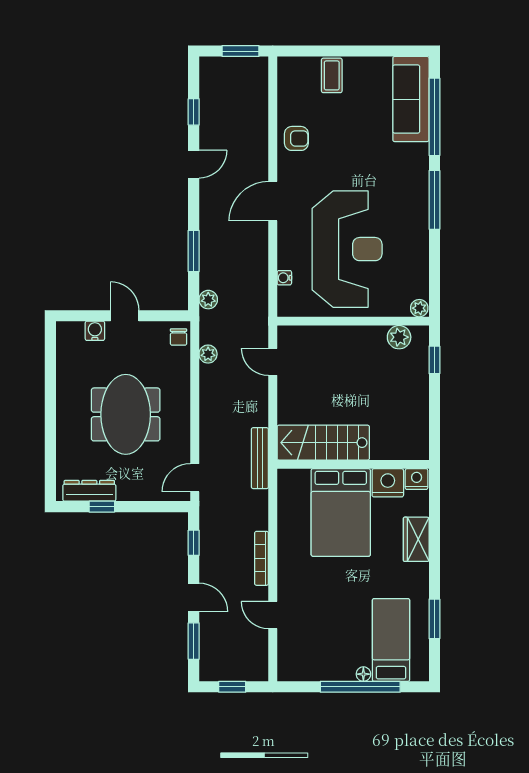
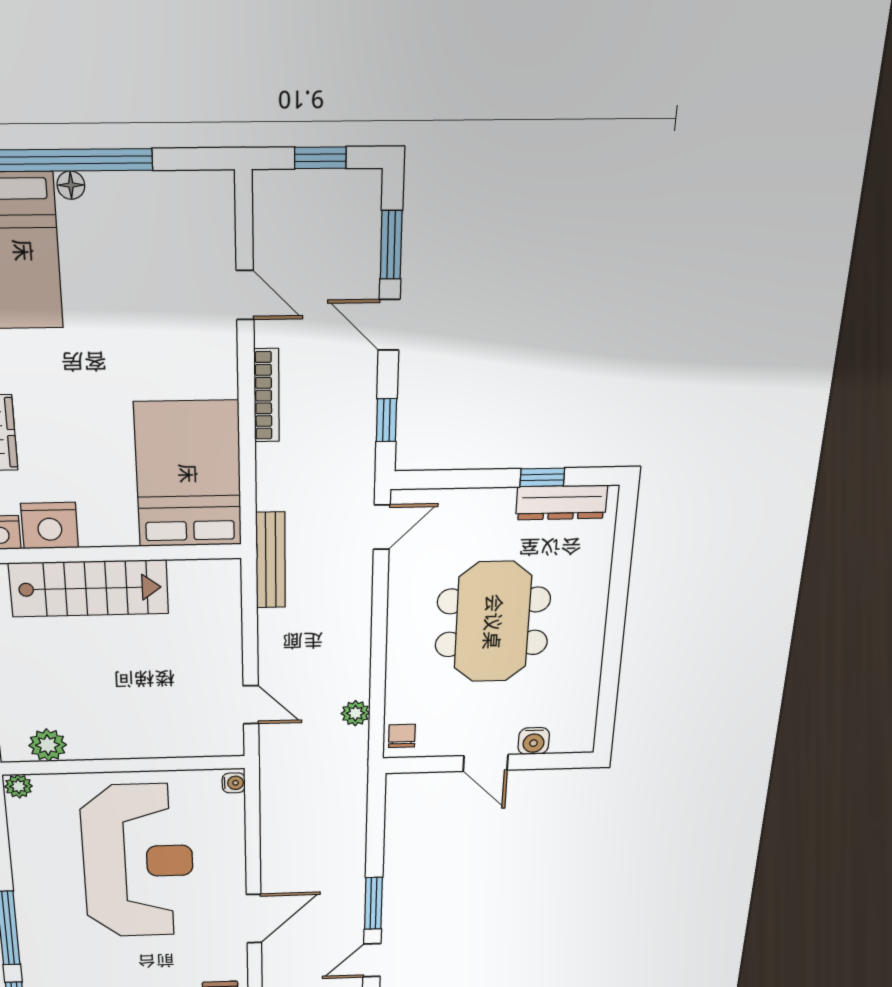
reception desk: (347, 249) -> (138, 862), turned 180
window: (194, 251) -> (373, 903), moved
water cooler: (284, 278) -> (234, 783), moved
plant: (208, 300) -> (354, 789), removed
stairs: (323, 443) -> (89, 588), moved
bed: (341, 512) -> (188, 474), moved

